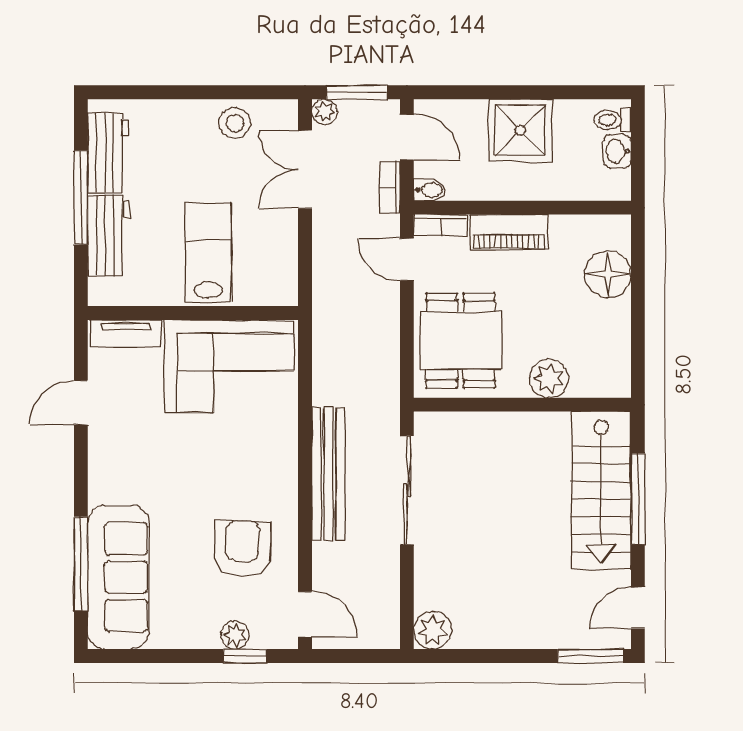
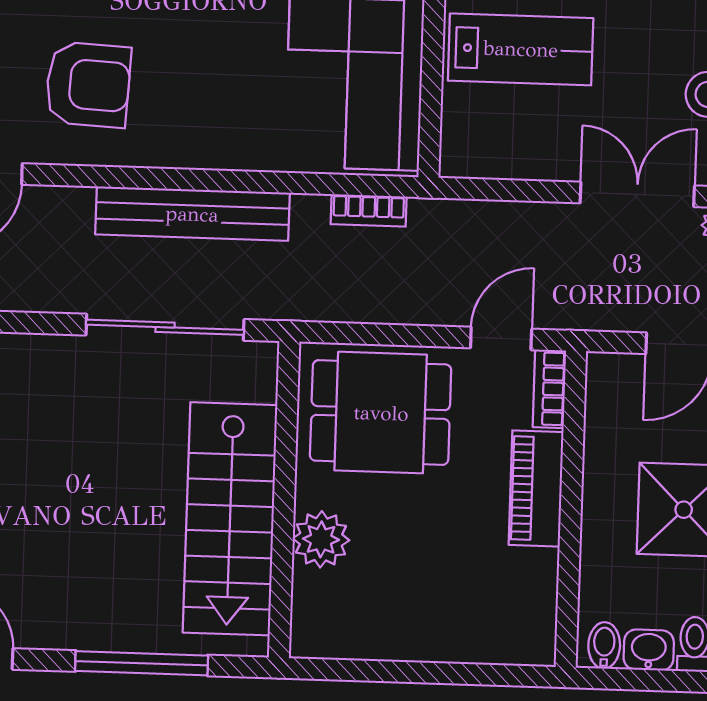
bookcase: (390, 187) -> (369, 210), moved, turned 180
bidet: (430, 190) -> (604, 645), moved, turned 180
floor lamp: (608, 274) -> (470, 630), removed
stairs: (601, 491) -> (230, 519), moved, turned -90

